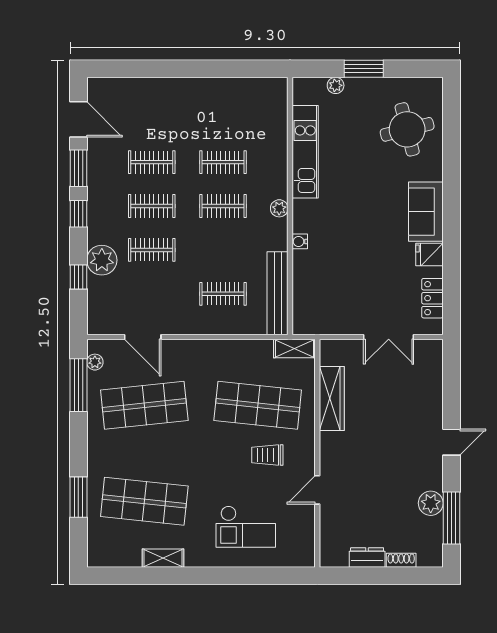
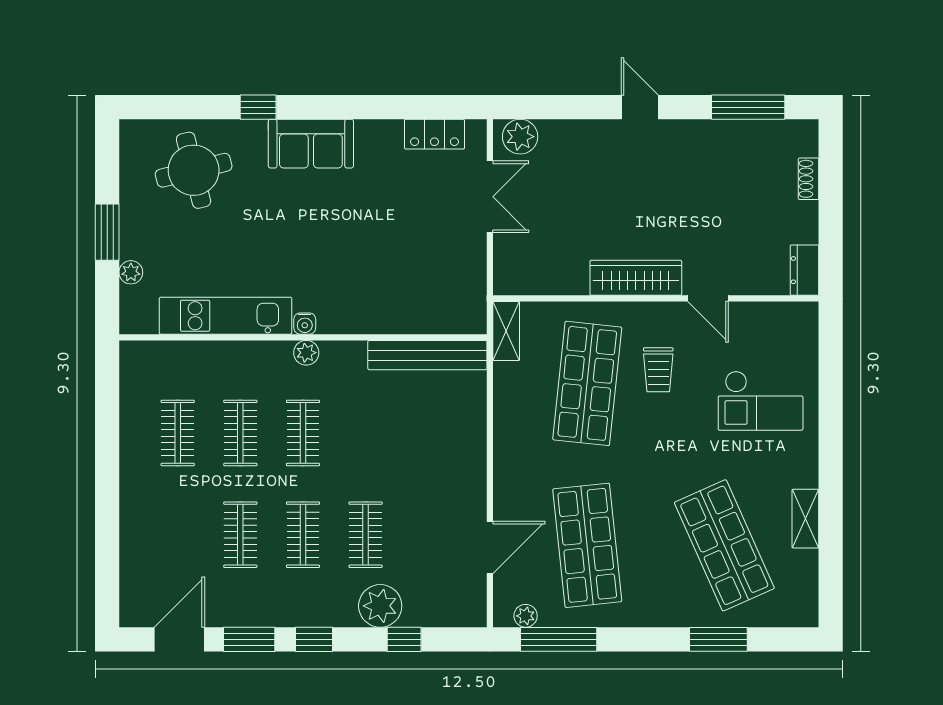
window: (451, 175) -> (258, 107), added
water cooler: (300, 241) -> (305, 324), moved
fridge: (429, 254) -> (372, 138), removed
clothes rail: (223, 294) -> (178, 433), moved
wardrobe: (332, 398) -> (636, 278), moved
shop shelf: (144, 501) -> (724, 545), turned -30
plant: (431, 503) -> (520, 137), moved
checkout: (246, 527) -> (761, 401), turned 90
dresser: (367, 557) -> (804, 270), moved

